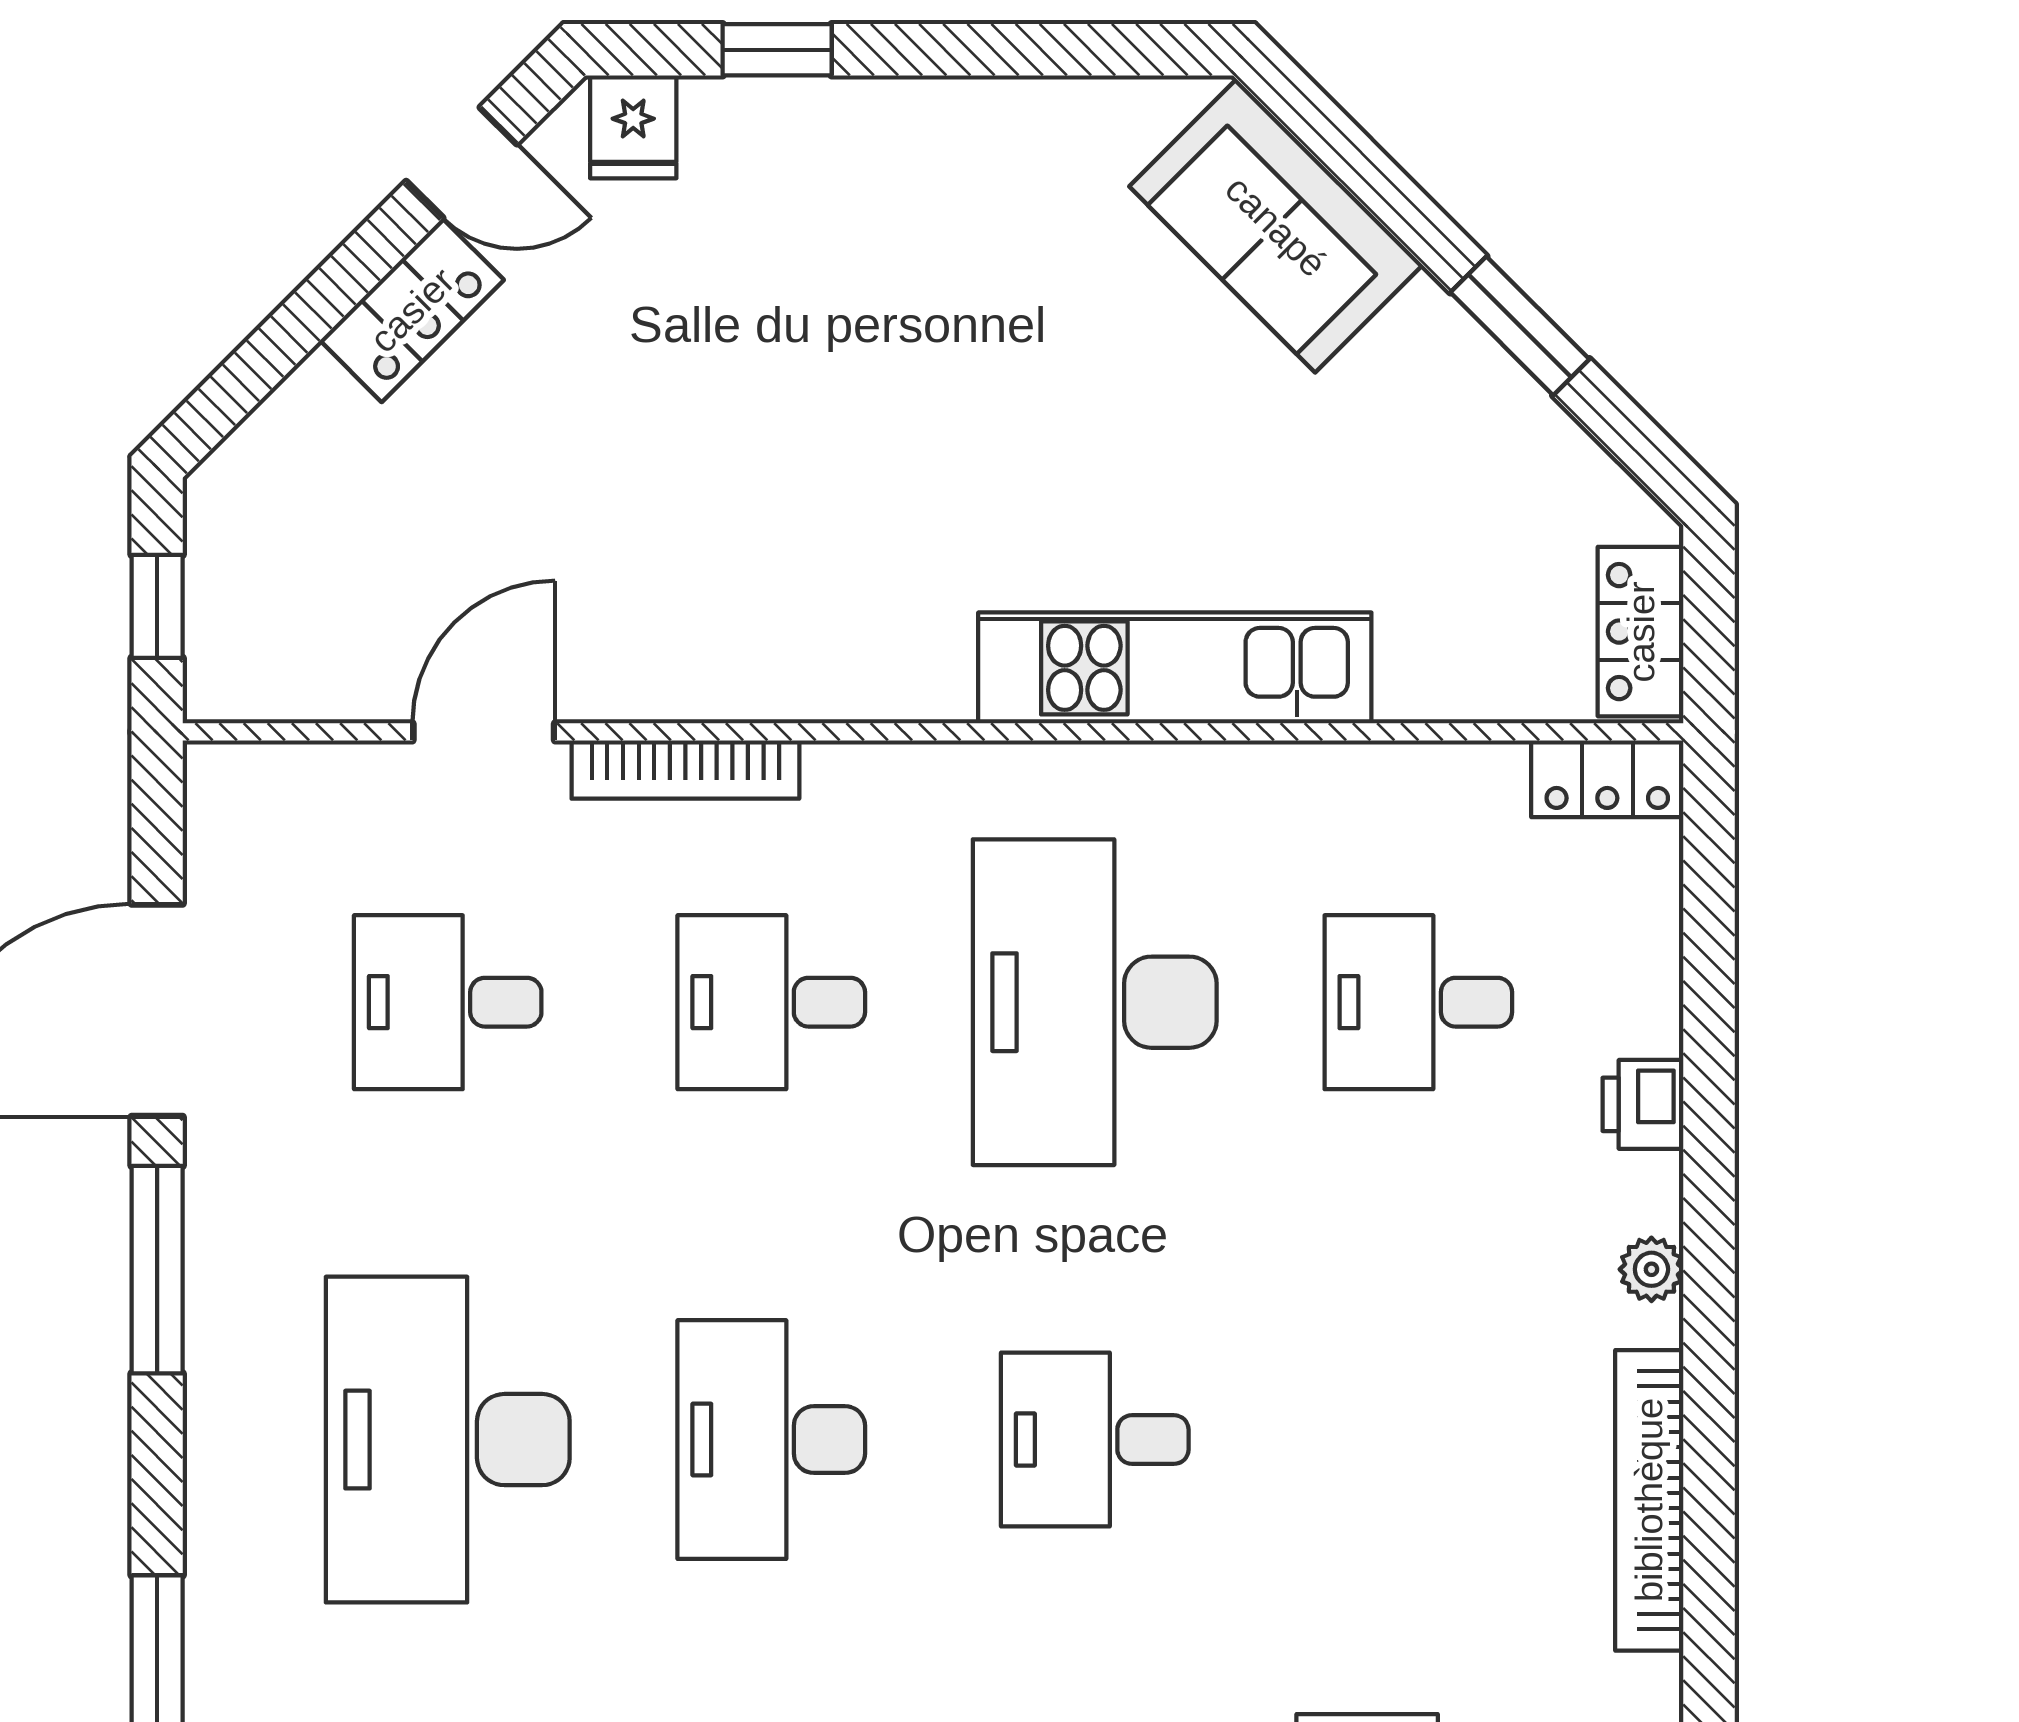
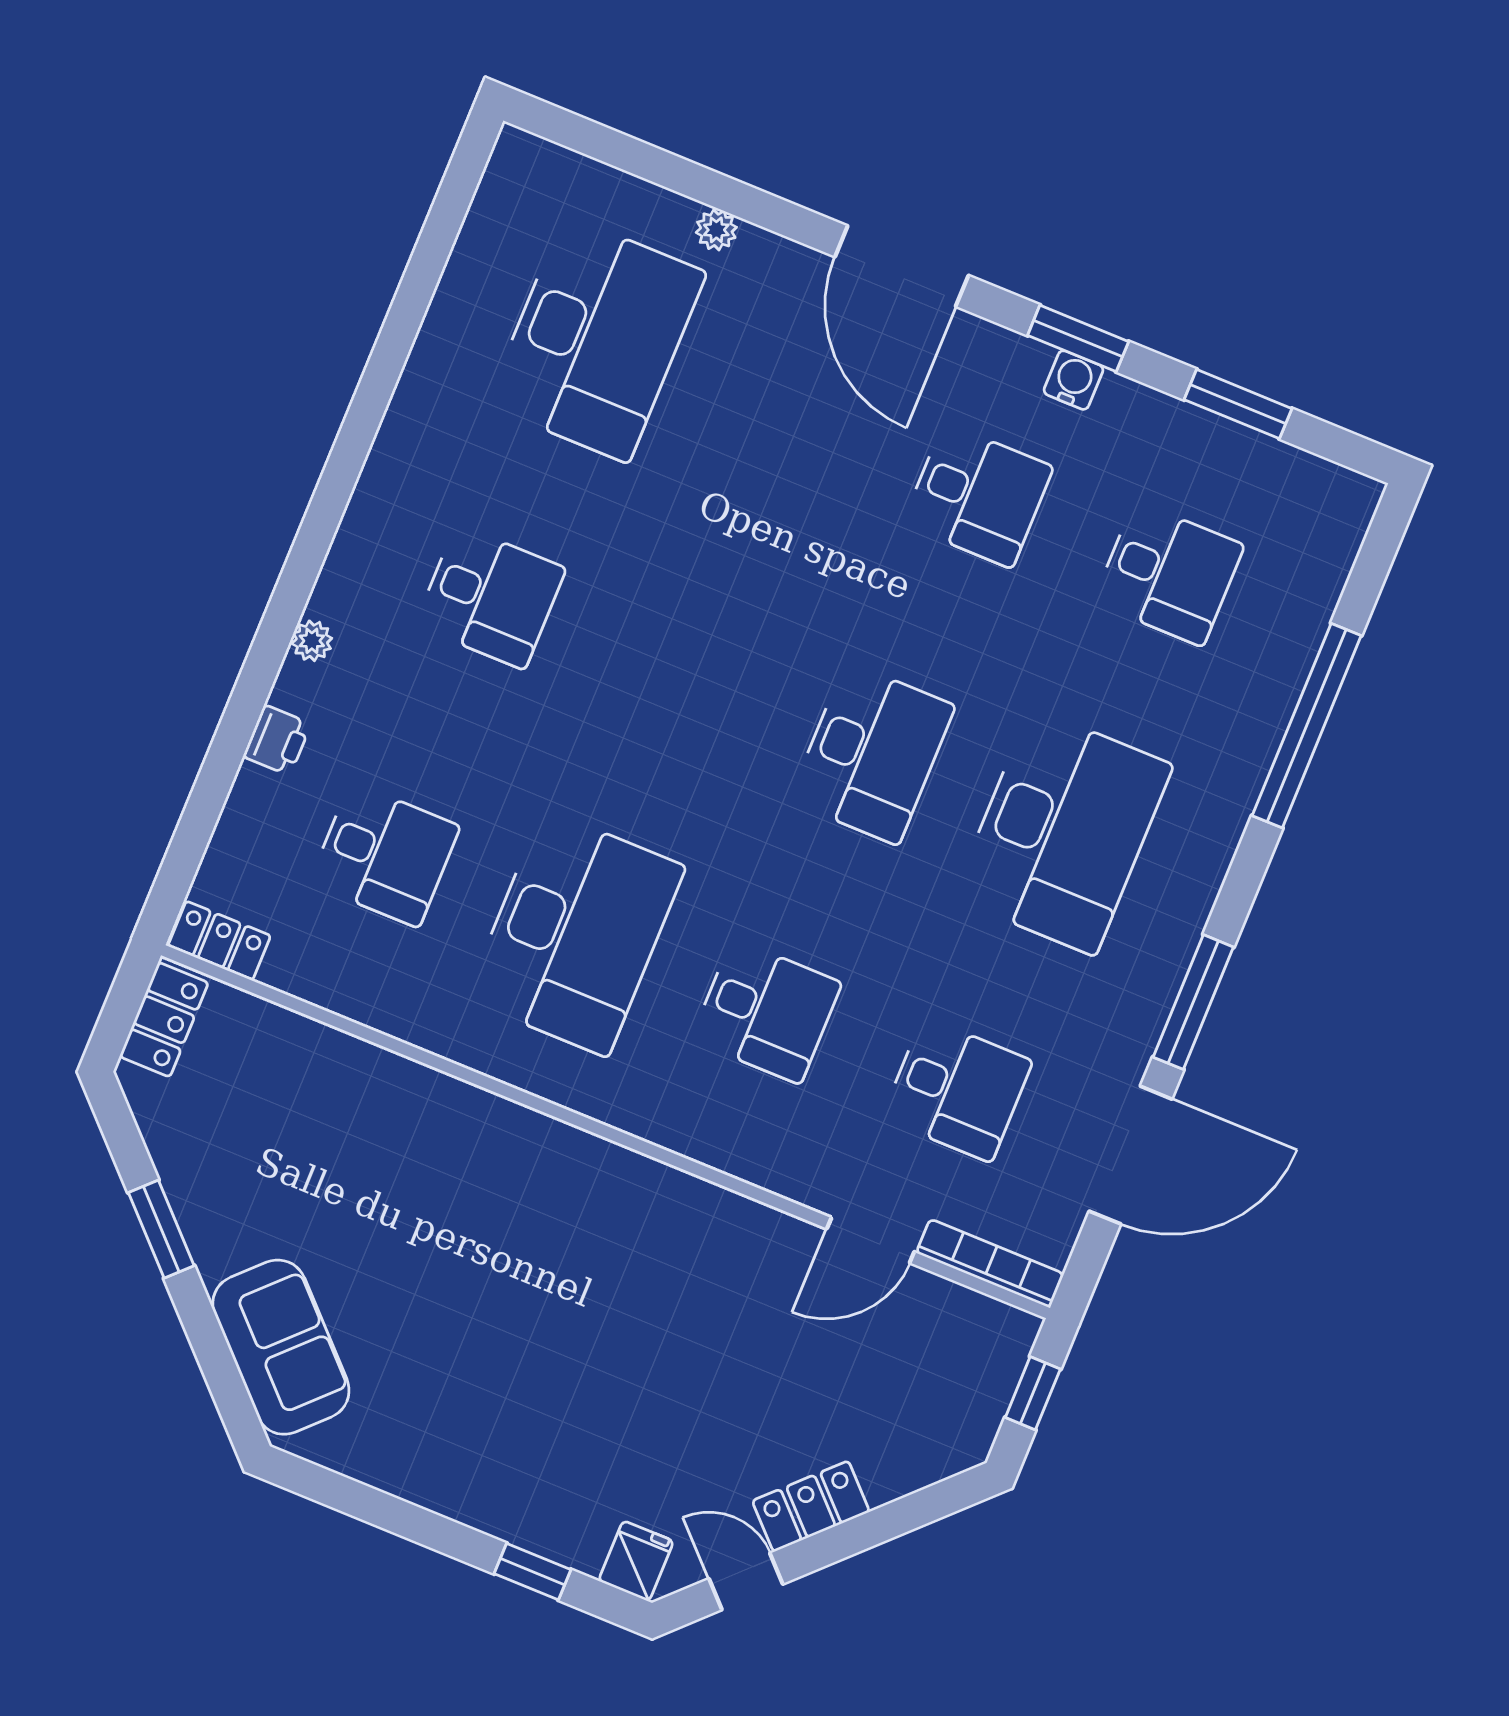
kitchen unit: (1175, 668) -> (447, 1111), removed
bookcase: (685, 769) -> (990, 1263), moved
desk: (1095, 1440) -> (491, 597), moved
bookcase: (1649, 1500) -> (369, 505), removed

